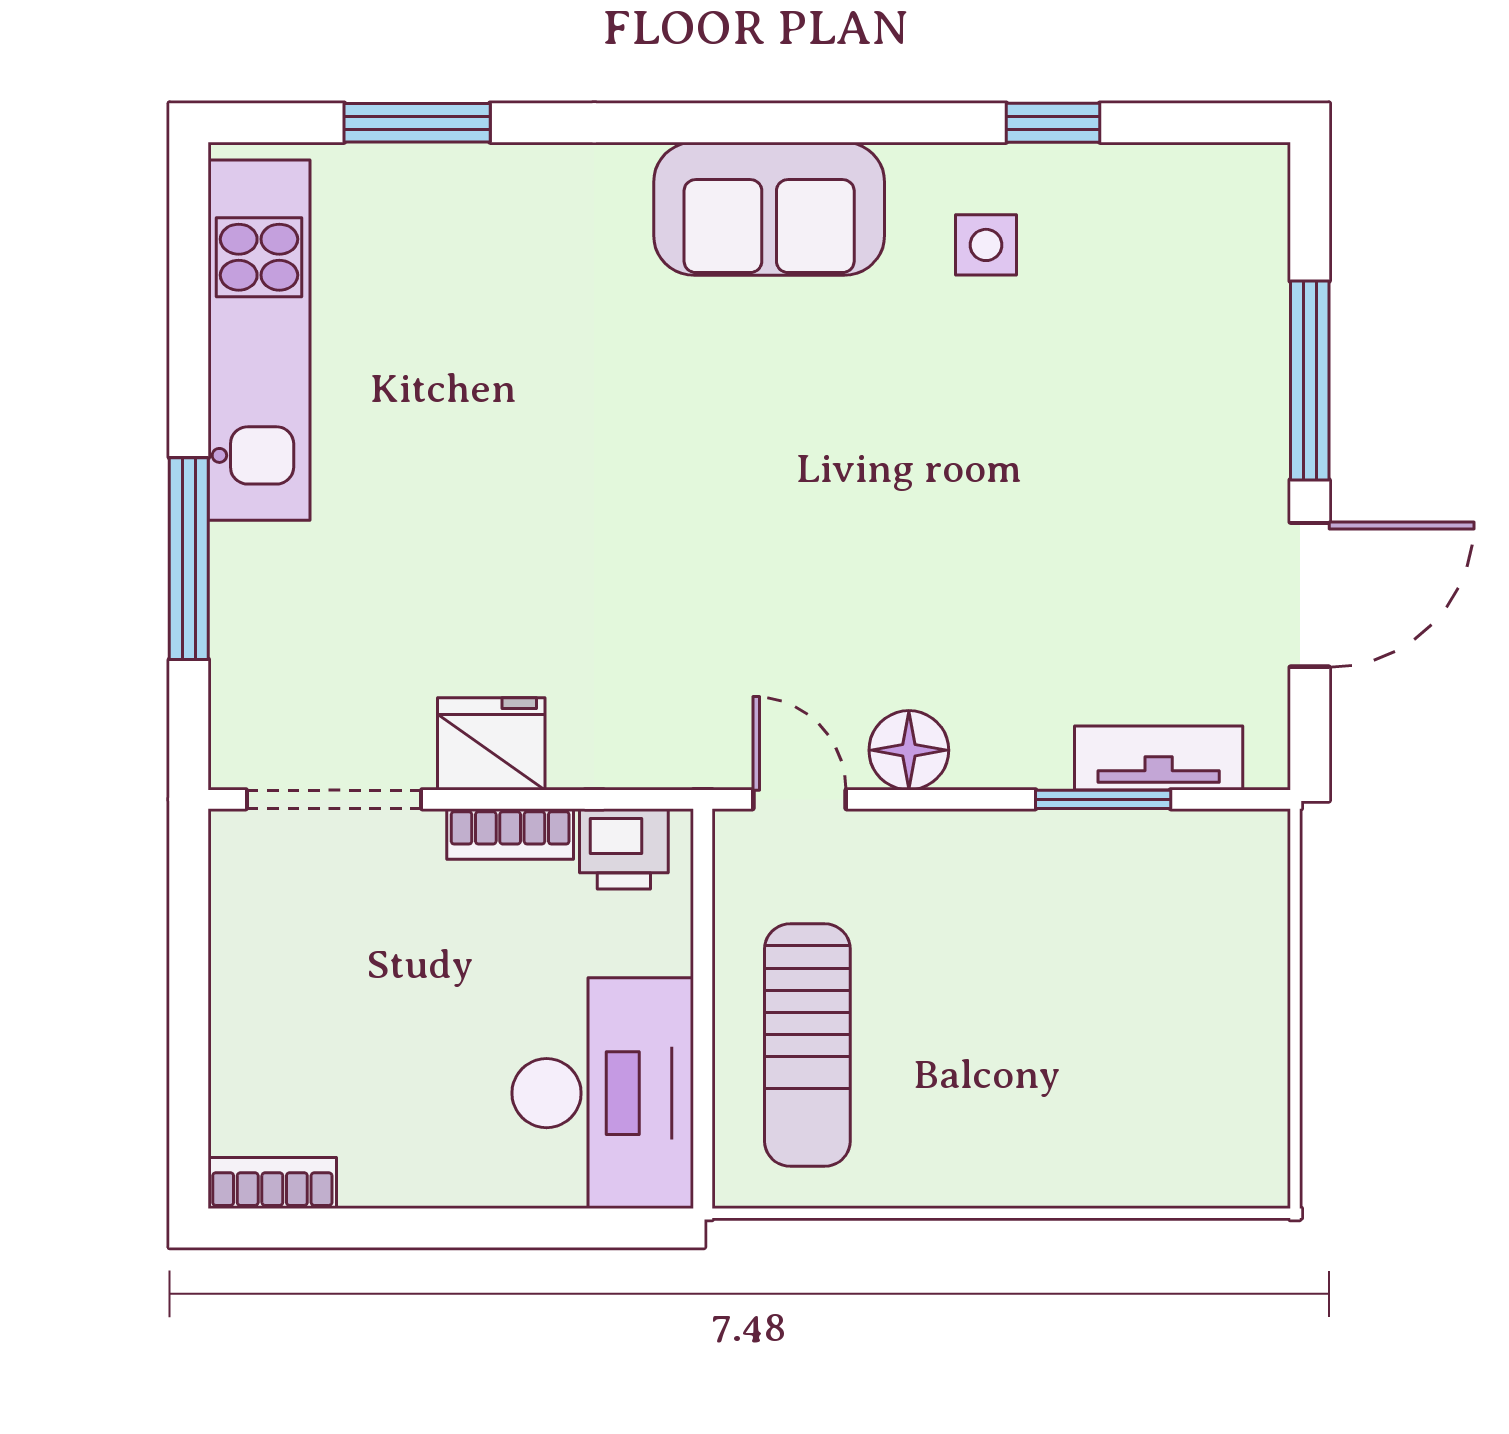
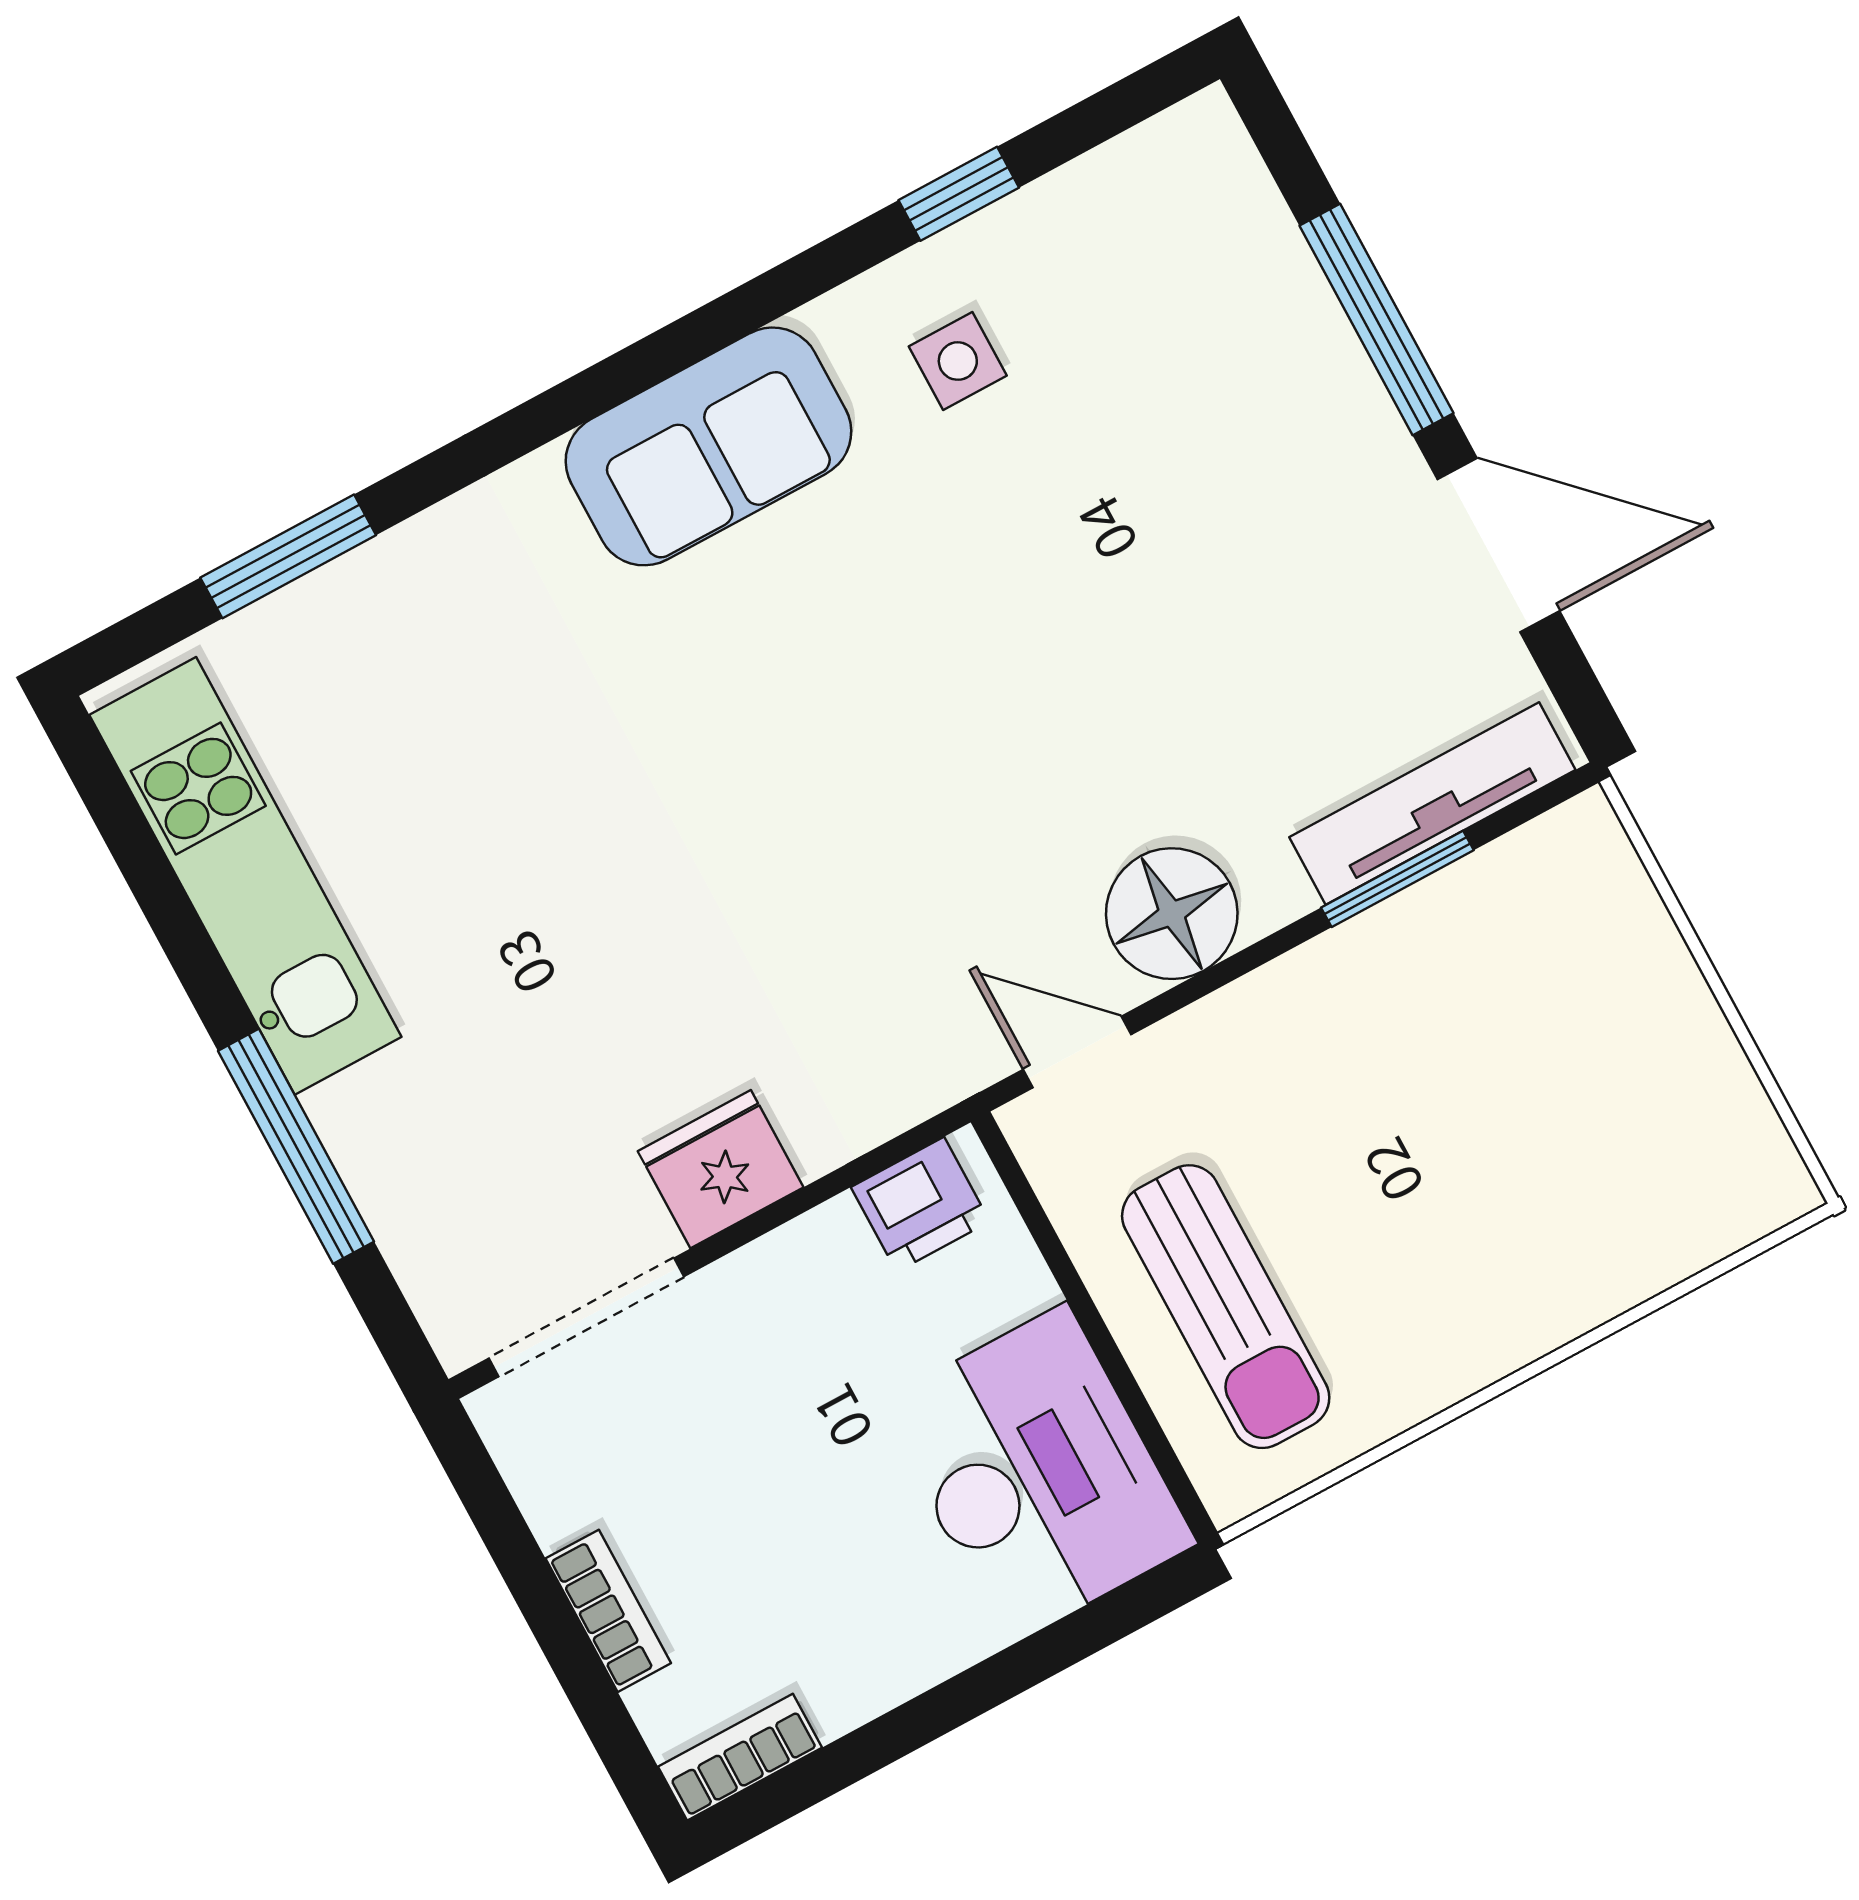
door: (1310, 595) -> (1499, 545), hinge flipped
floor lamp: (909, 750) -> (1172, 914), width x1.38, depth x1.38
tv unit: (1159, 758) -> (1432, 803), width x1.41
bookcase: (510, 834) -> (608, 1611), moved, turned -90

